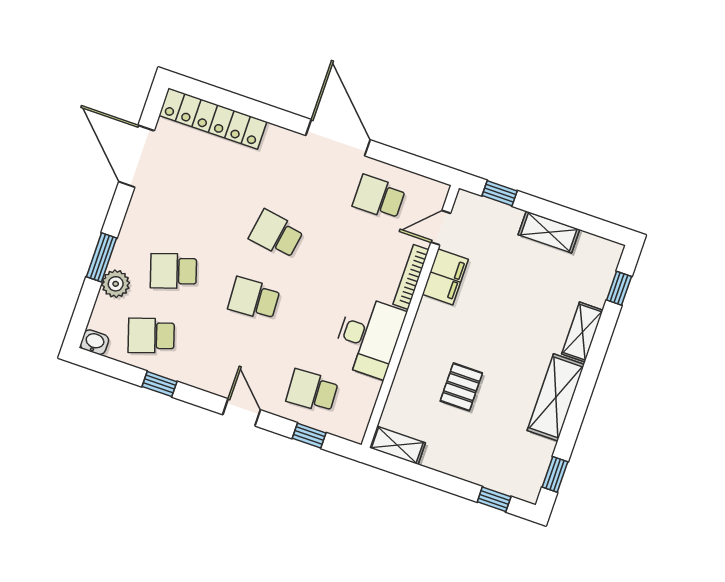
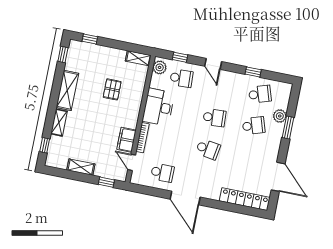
door: (441, 228) -> (132, 162), swing flipped
washbasin: (94, 342) -> (286, 87), removed
plant: (355, 420) -> (160, 67), added

